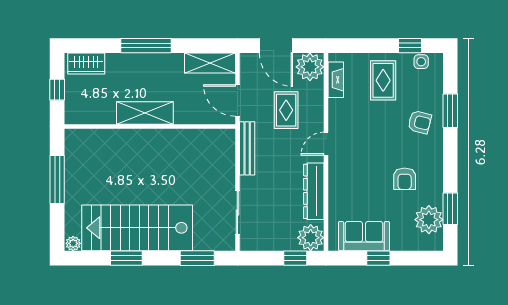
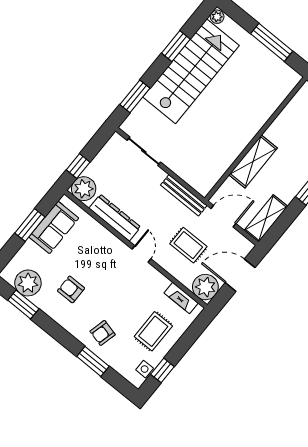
rug: (383, 80) -> (153, 331), turned 90
shelving: (145, 113) -> (253, 161), moved
window: (378, 258) -> (30, 225), width x1.50

